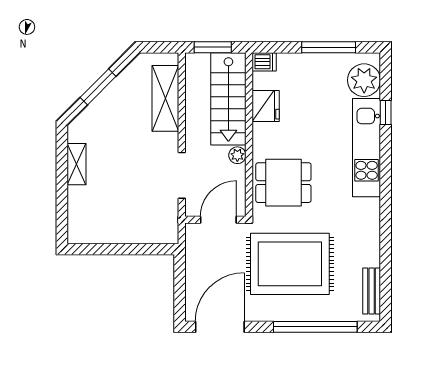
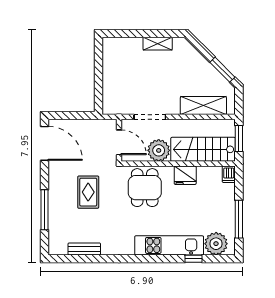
window: (98, 87) -> (222, 70), moved
fridge: (266, 106) -> (185, 175), moved
plant: (237, 155) -> (159, 150), width x1.88, depth x1.88
rug: (290, 264) -> (88, 192), width x0.54, depth x0.49
bench: (372, 291) -> (84, 249), moved
window: (315, 327) -> (44, 210), width x0.68

